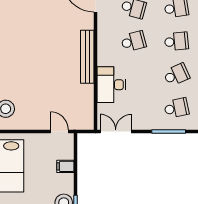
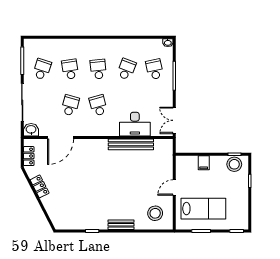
bench: (87, 57) -> (131, 144), moved
school desk: (176, 75) -> (126, 69), turned 45
door: (59, 131) -> (174, 188), moved

